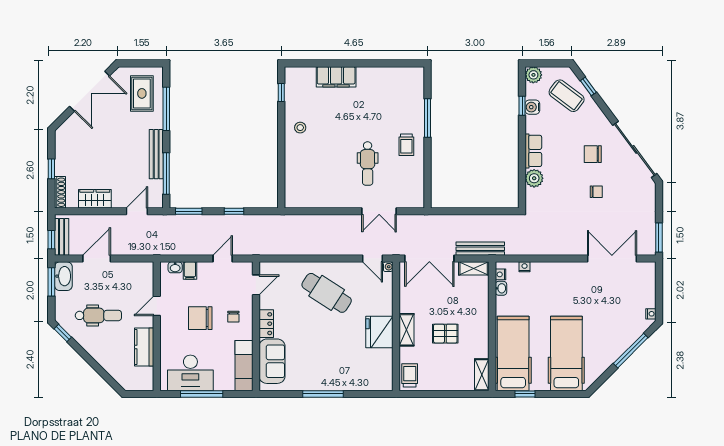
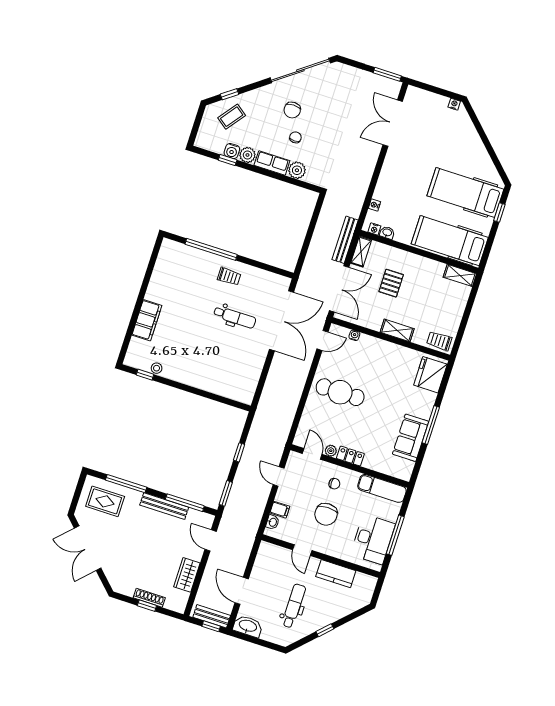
plant: (533, 75) -> (247, 155), moved
double door: (90, 91) -> (88, 548), swing flipped
coffee table: (567, 96) -> (232, 117), width x0.73, depth x0.77
window: (428, 118) -> (211, 249), width x1.46
stool: (300, 128) -> (157, 368), moved
shoe rack: (60, 192) -> (149, 598), moved
chair: (596, 192) -> (295, 137), moved
double door: (379, 211) -> (282, 321), width x1.87
water cooler: (388, 267) -> (354, 335), moved
window: (51, 282) -> (249, 639), removed
cafe table: (327, 293) -> (340, 392), turned 57
plant: (265, 302) -> (331, 451), added
fridge: (379, 332) -> (430, 375), moved, turned 90
window: (63, 333) -> (325, 630), moved
pallet: (445, 334) -> (391, 283), moved
window: (631, 351) -> (482, 133), removed
sofa: (272, 361) -> (411, 438), moved, turned -90
window: (525, 394) -> (499, 213), moved

